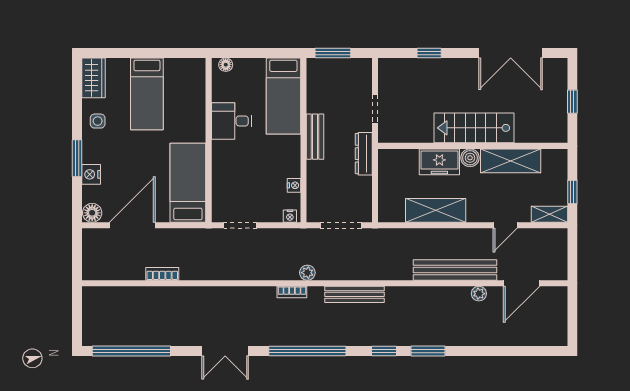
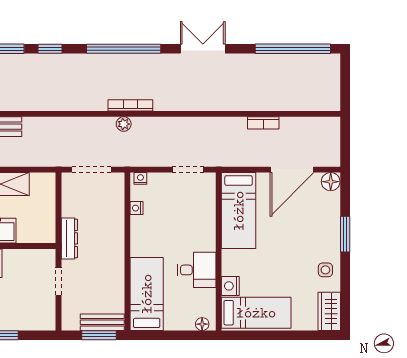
bed: (147, 94) -> (256, 313), moved, turned 90
bench: (315, 137) -> (102, 322), moved, turned 90
nightstand: (91, 174) -> (230, 286), moved, turned 180
bookcase: (292, 292) -> (130, 105), width x1.56
bench: (354, 294) -> (78, 103), removed

